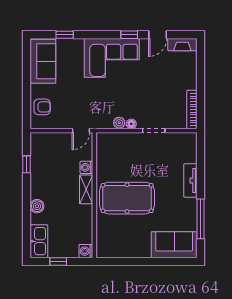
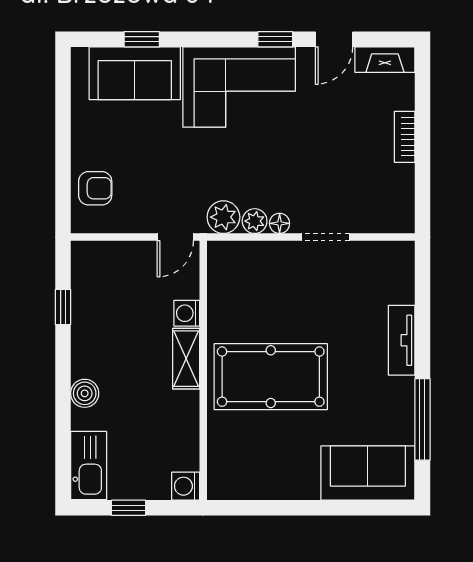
sofa: (43, 61) -> (135, 73), moved, turned 90
bookcase: (192, 109) -> (405, 137), moved, width x0.64
plant: (104, 121) -> (223, 217), added

